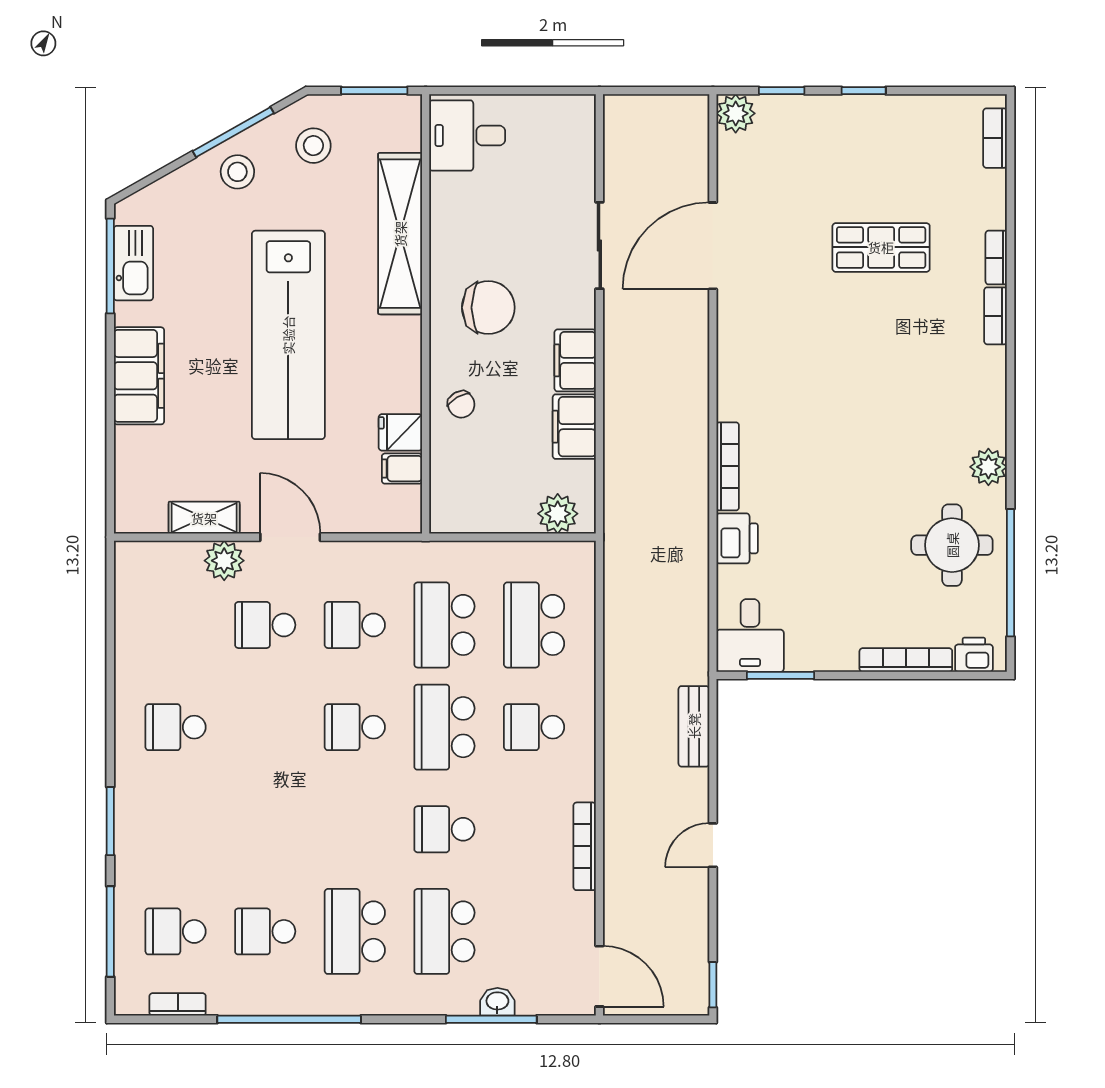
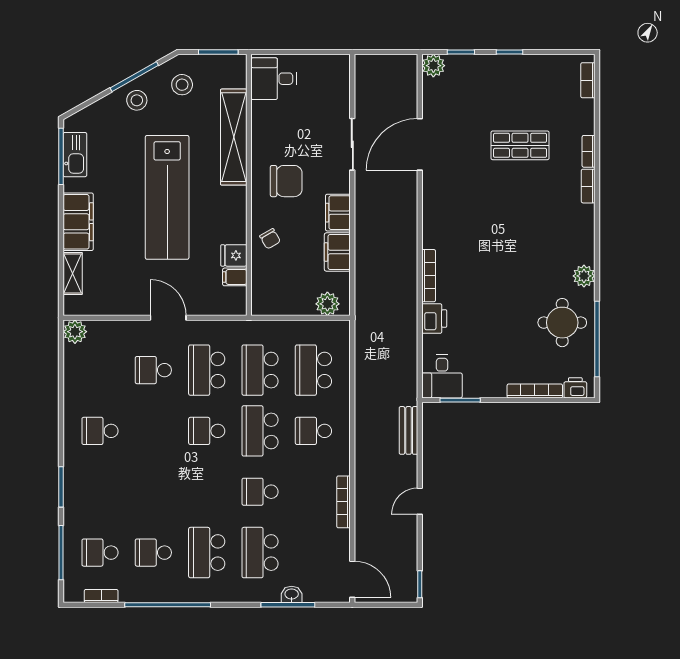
shelving: (204, 518) -> (73, 273), moved, turned 90
plant: (224, 561) -> (75, 332), moved
school desk: (355, 625) -> (207, 370), width x1.85

